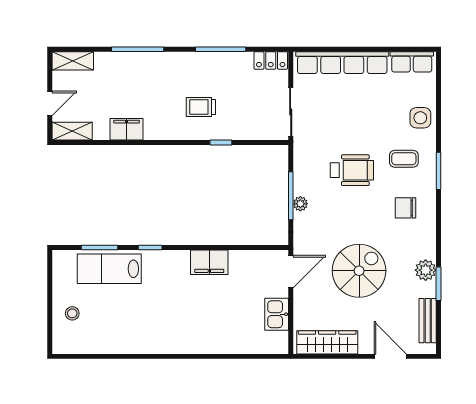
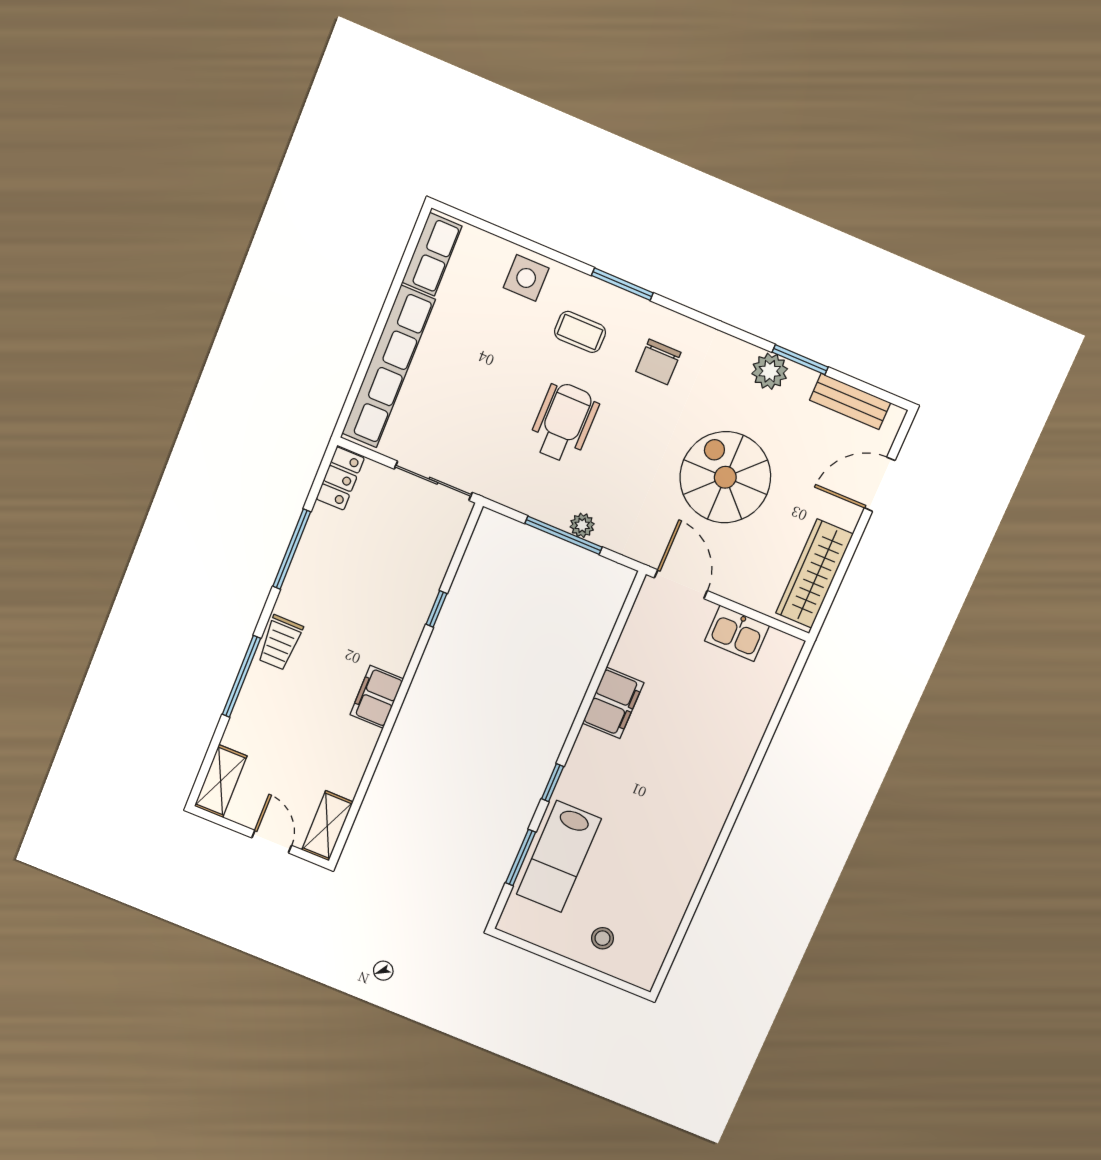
trolley: (201, 107) -> (280, 643), moved
filing cabinet: (127, 129) -> (377, 697), moved
coffee table: (404, 159) -> (580, 332), turned 90

